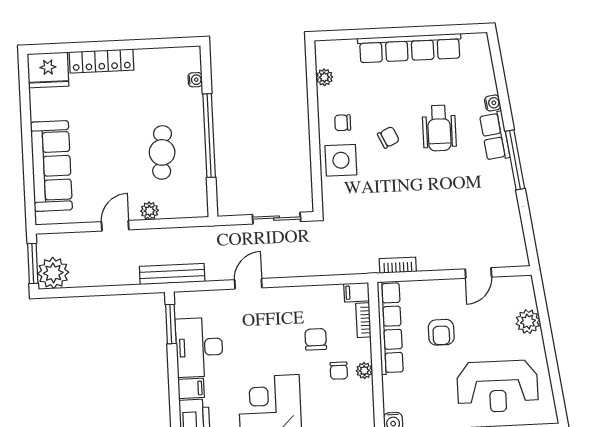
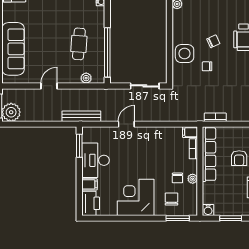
chair: (343, 123) -> (207, 66), moved
window: (209, 136) -> (107, 52), moved
plant: (150, 211) -> (86, 78), moved
chair: (316, 339) -> (171, 199), moved

